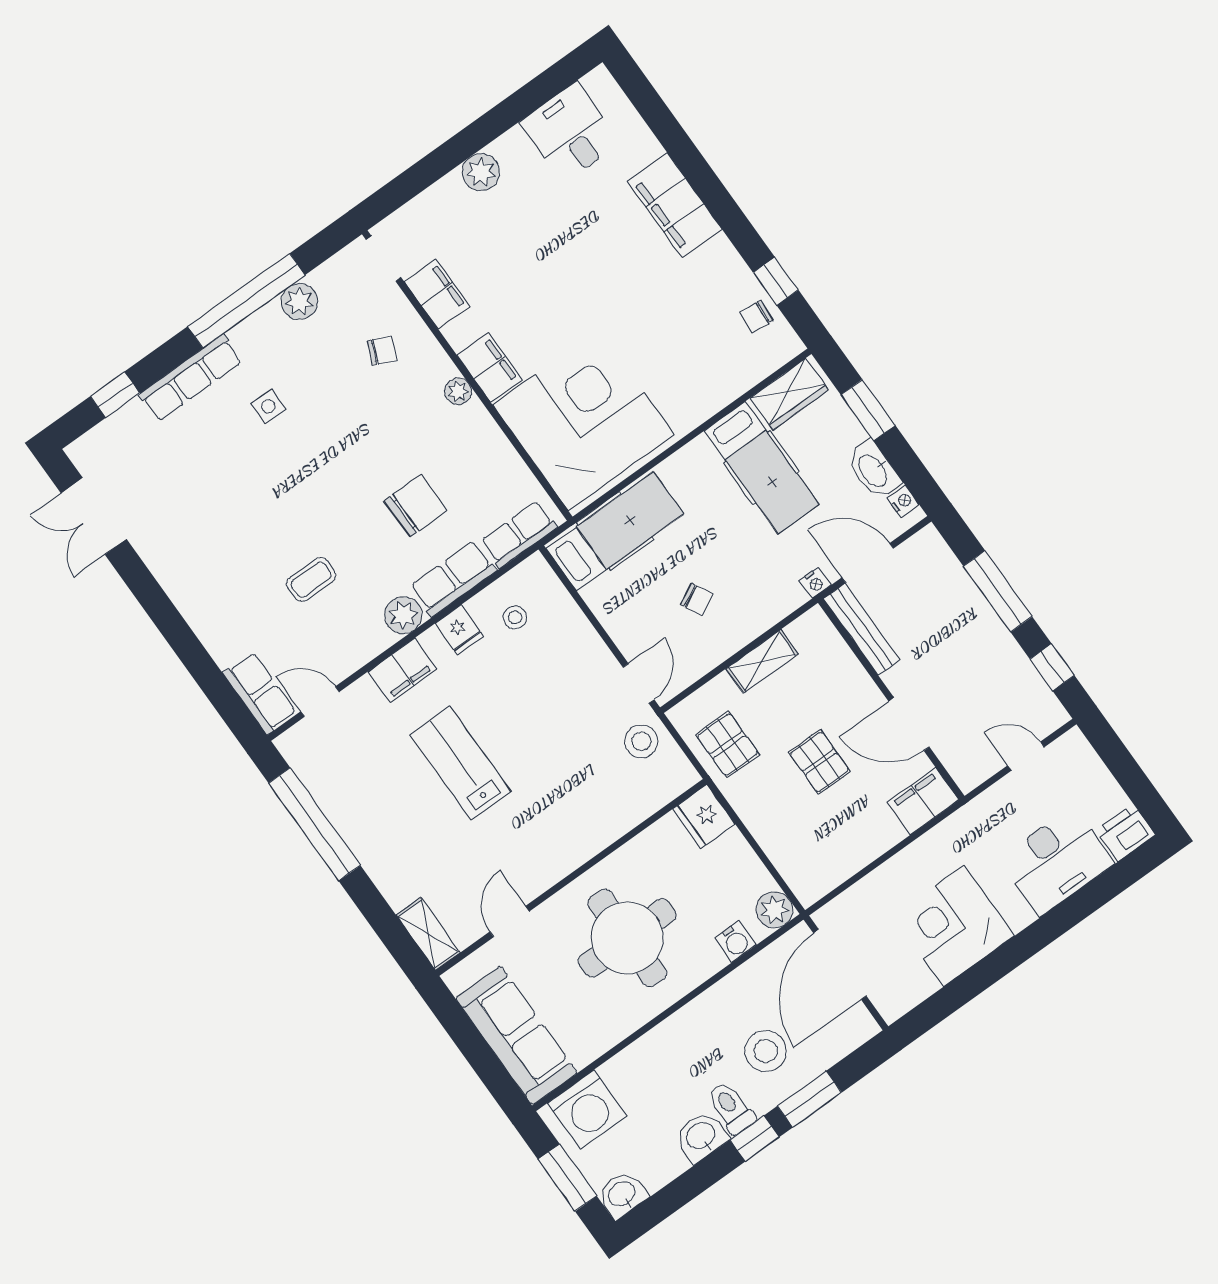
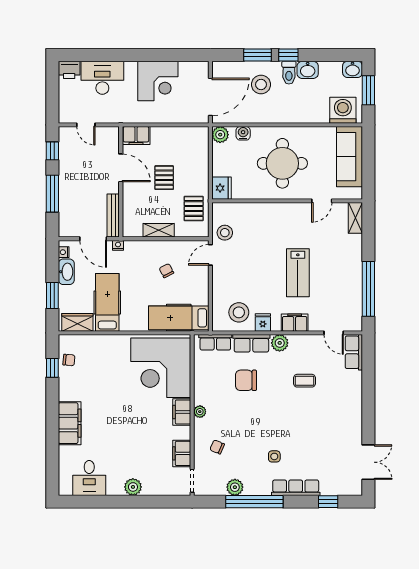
stool: (515, 617) -> (239, 312), width x1.89, depth x1.89

